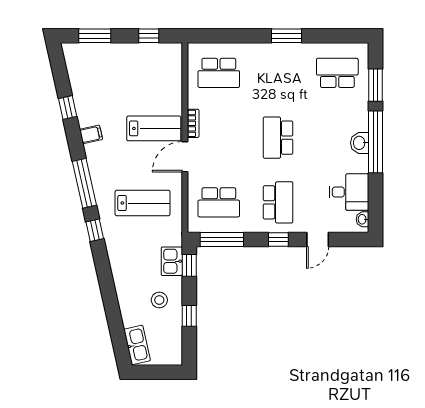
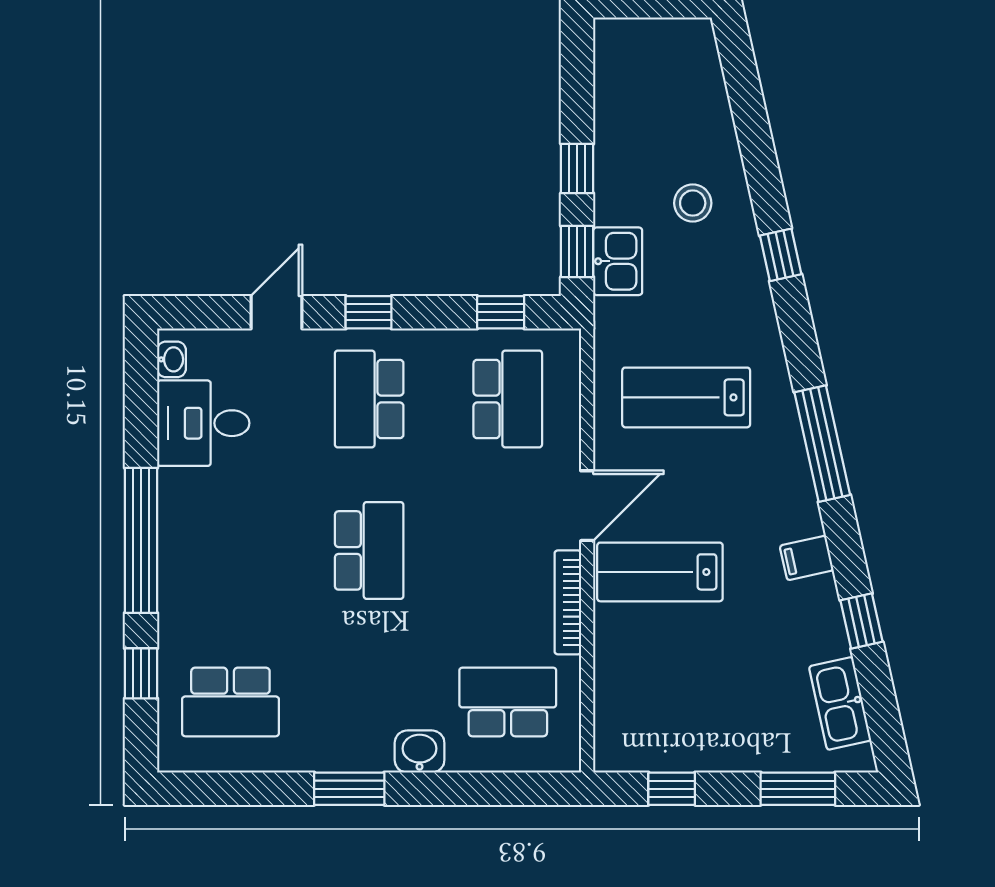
window: (376, 85) -> (141, 673), width x0.67
bookcase: (193, 123) -> (568, 602), width x1.56
washbasin: (360, 143) -> (420, 752), moved, turned -90
school desk: (219, 202) -> (508, 399), turned 90
window: (95, 230) -> (781, 255), moved
window: (222, 239) -> (501, 312), width x0.46
stool: (159, 300) -> (693, 203), moved
window: (189, 316) -> (577, 168), moved
kitchen sink: (137, 345) -> (840, 703), moved

